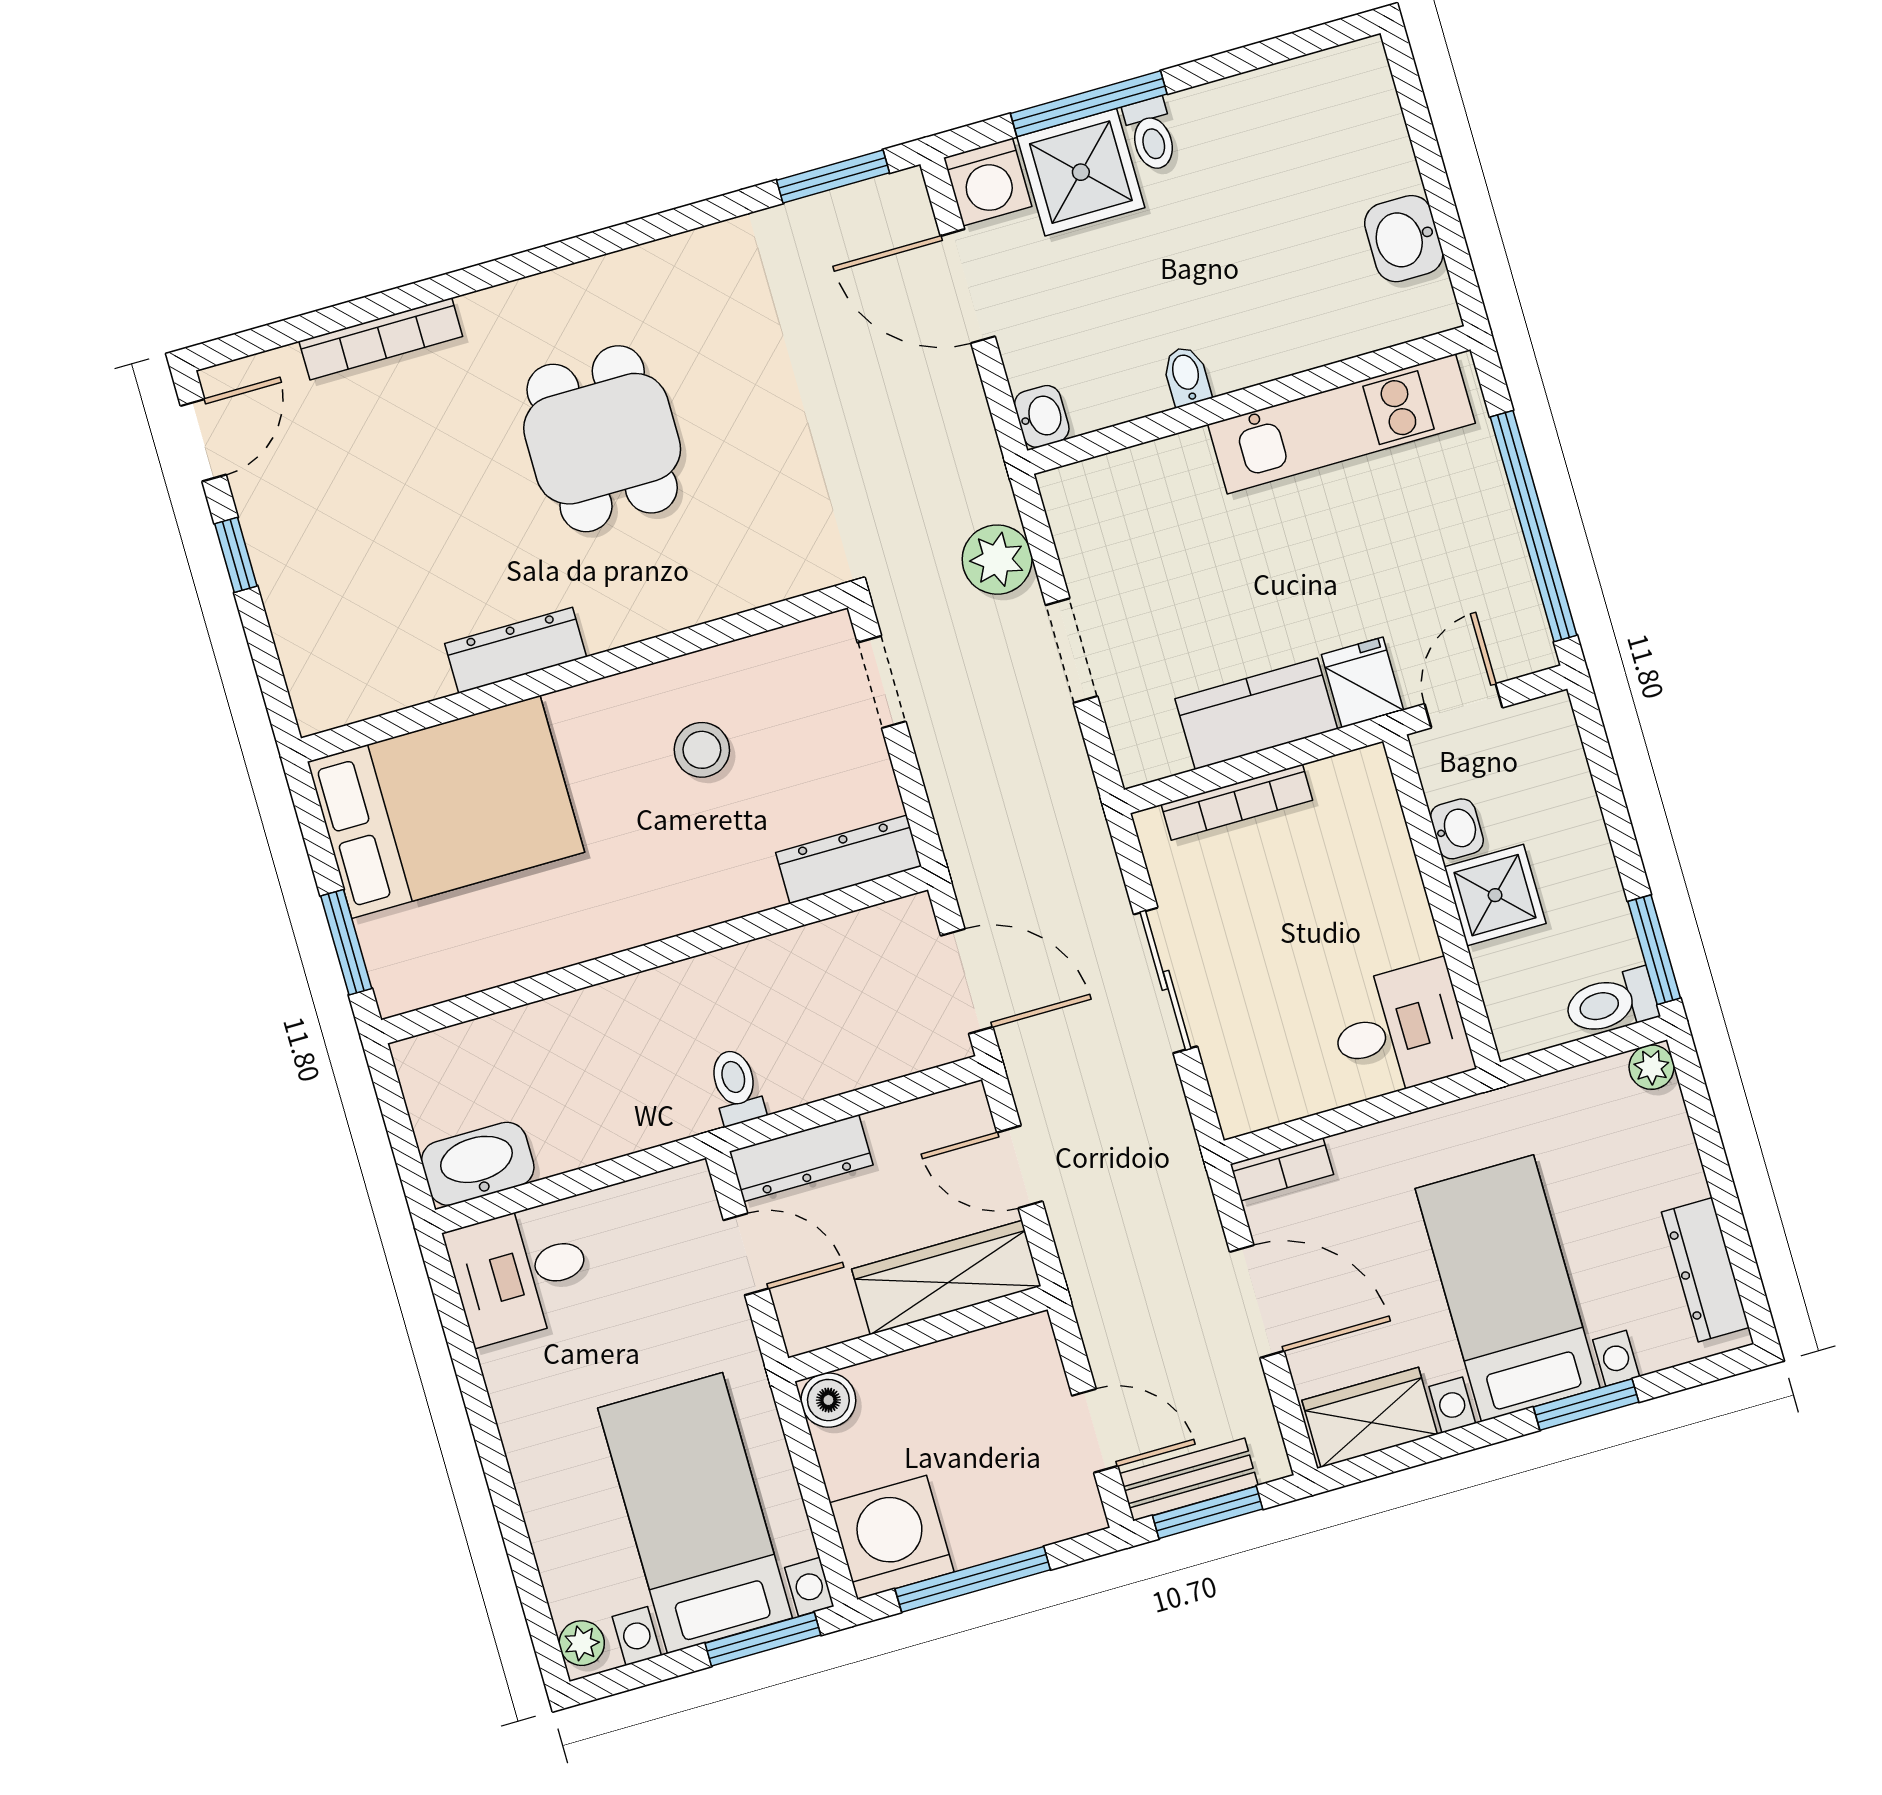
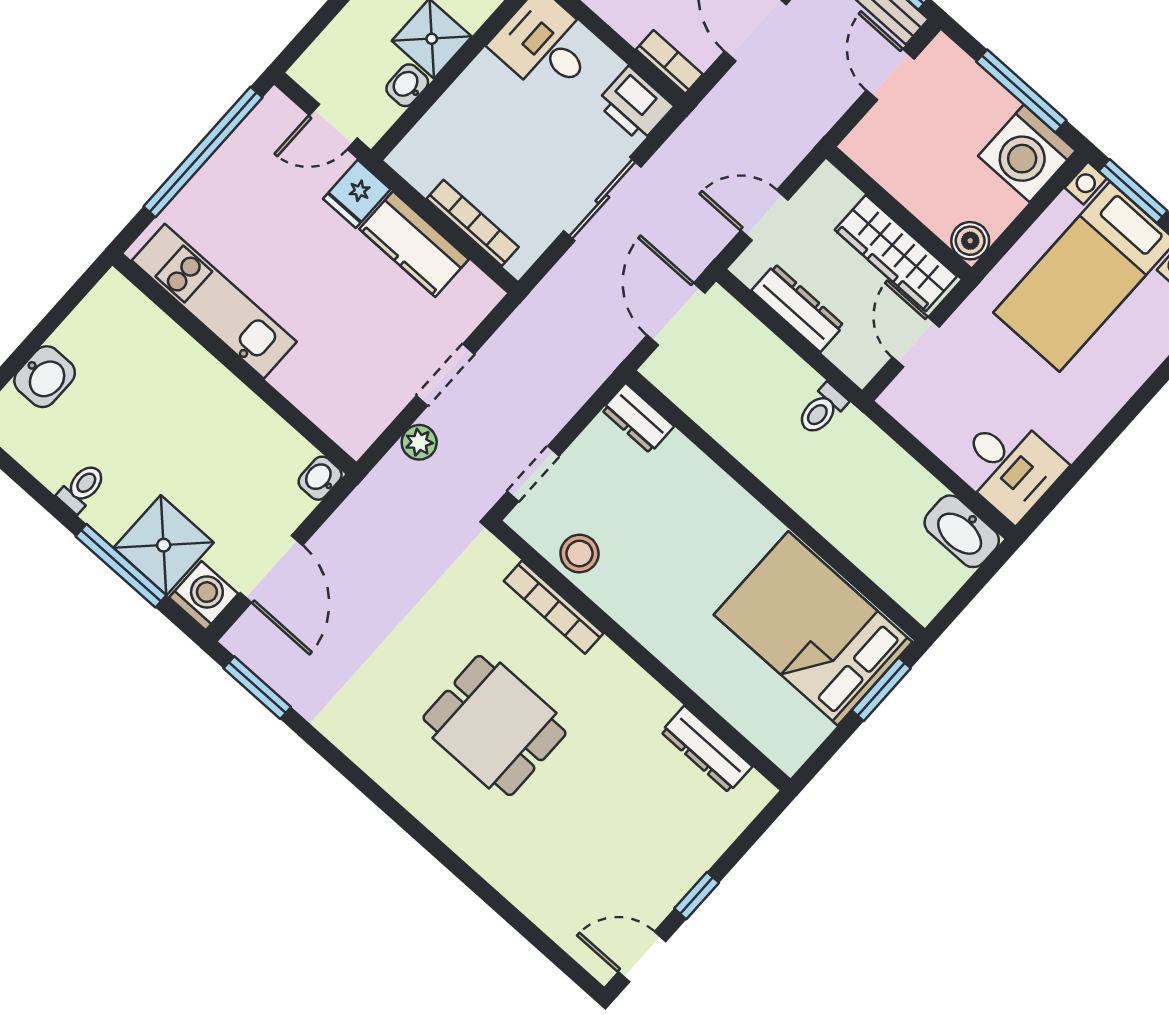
toilet: (1151, 134) -> (82, 488), moved
washbasin: (1404, 239) -> (45, 377), moved
bookcase: (381, 339) -> (554, 607), moved, turned 180
bidet: (1187, 376) -> (243, 409), removed
dining table: (602, 439) -> (495, 726), turned 90
plant: (997, 560) -> (419, 442), width x0.73, depth x0.73
dresser: (516, 650) -> (707, 749), moved
stool: (702, 750) -> (579, 554), moved
bed: (446, 807) -> (813, 628), moved
dresser: (849, 859) -> (638, 418), width x0.70
printer: (1256, 1094) -> (635, 105), added
dresser: (801, 1158) -> (798, 308), moved
door: (1020, 1167) -> (764, 215), swing flipped
wardrobe: (946, 1277) -> (896, 253), moved

